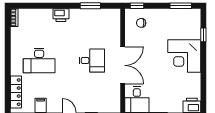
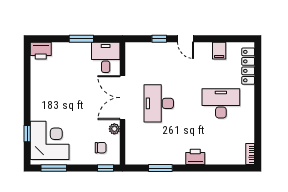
plant: (129, 39) -> (114, 129), added
corner desk: (184, 56) -> (50, 140), moved
desk: (92, 61) -> (159, 103), width x1.37

